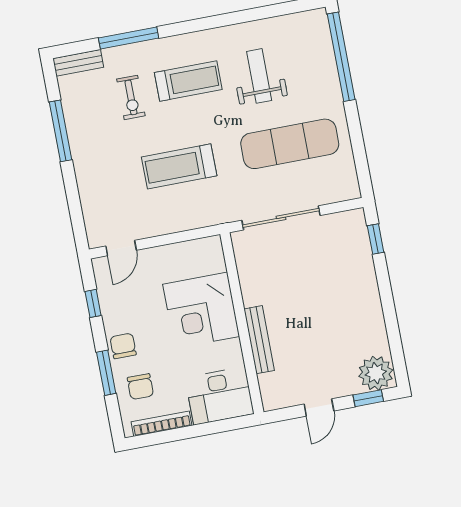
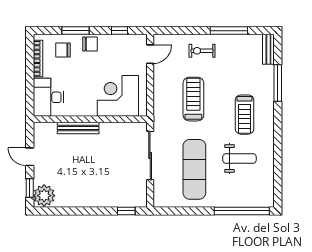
exercise bike: (131, 97) -> (202, 51), moved
door: (121, 248) -> (150, 54), swing flipped
corner desk: (201, 310) -> (118, 96), moved

